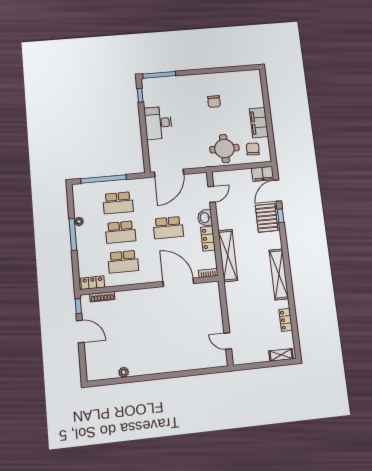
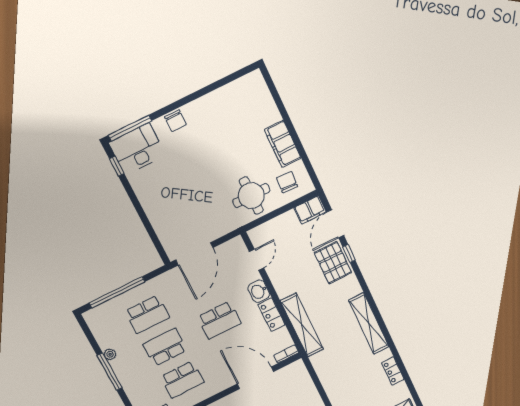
chair: (214, 101) -> (175, 121), moved
desk: (158, 123) -> (137, 149), moved, turned 90
school desk: (121, 232) -> (165, 347), turned 180

